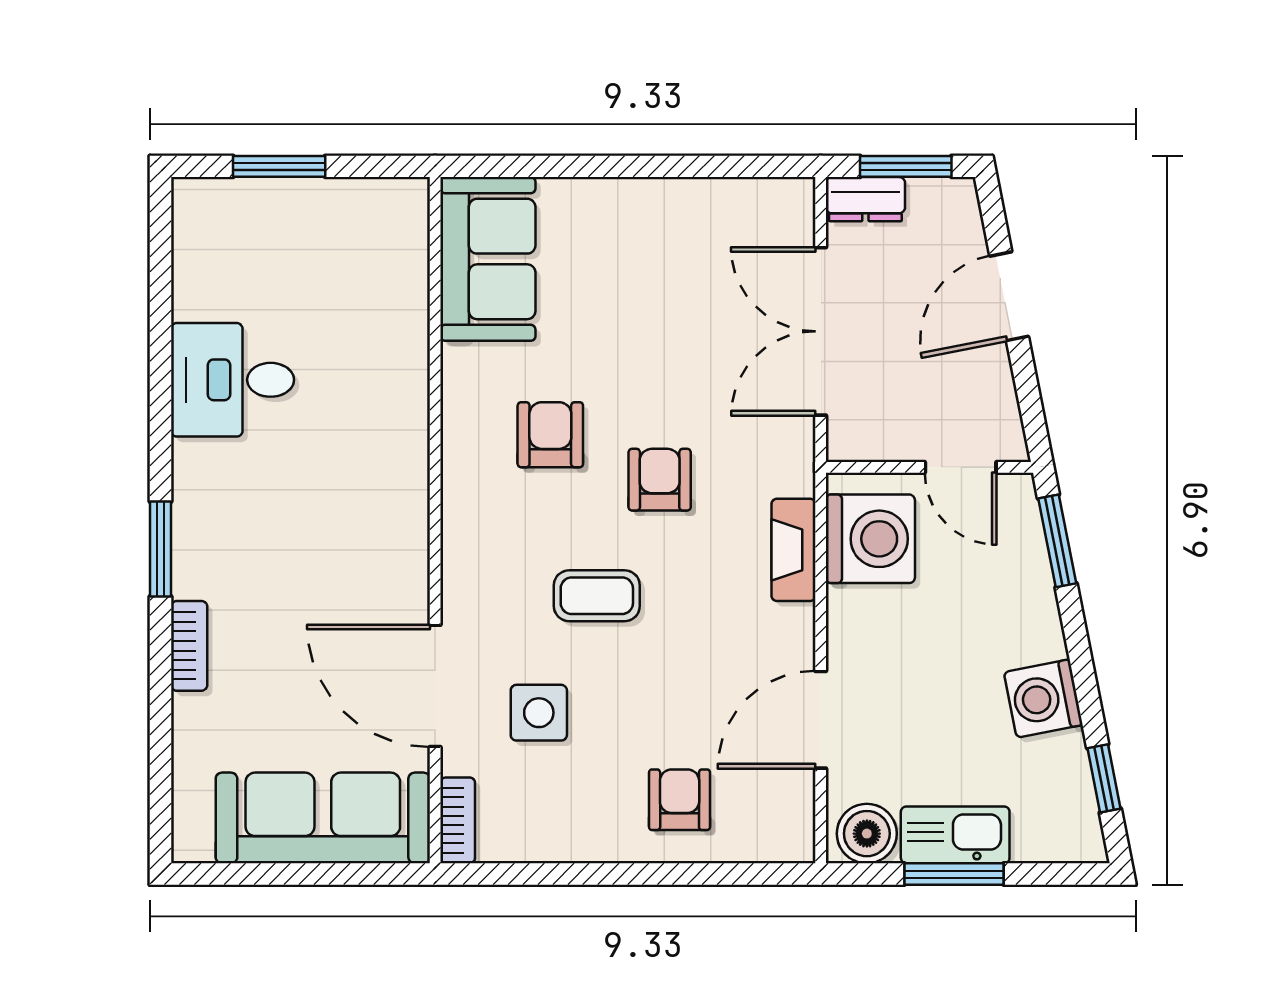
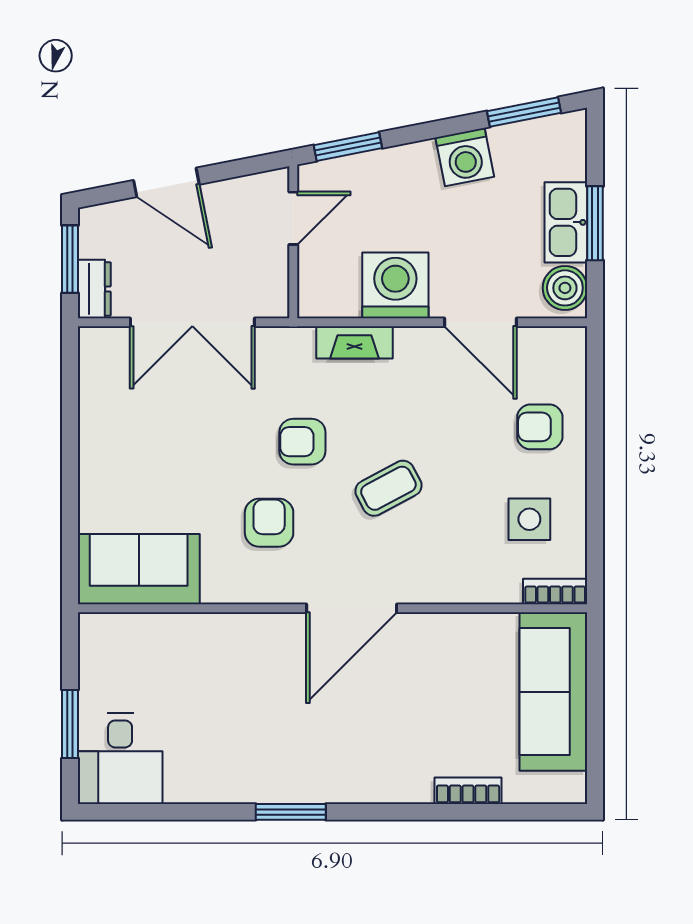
desk: (233, 380) -> (120, 759), moved
armchair: (550, 435) -> (269, 523), turned 90
washing machine: (870, 539) -> (395, 285), moved
window: (161, 549) -> (291, 812), moved
coffee table: (597, 596) -> (388, 488), turned 62
bookcase: (189, 646) -> (468, 791), moved
door: (435, 686) -> (352, 608), moved
side table: (539, 713) -> (529, 519), moved
window: (1104, 778) -> (524, 112), width x1.50

